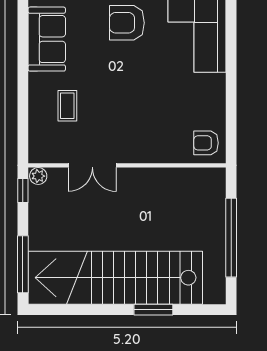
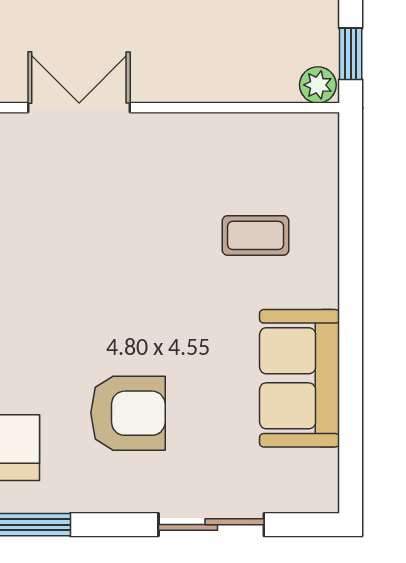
coffee table: (67, 106) -> (256, 235), turned 90
double door: (92, 165) -> (79, 108), moved

